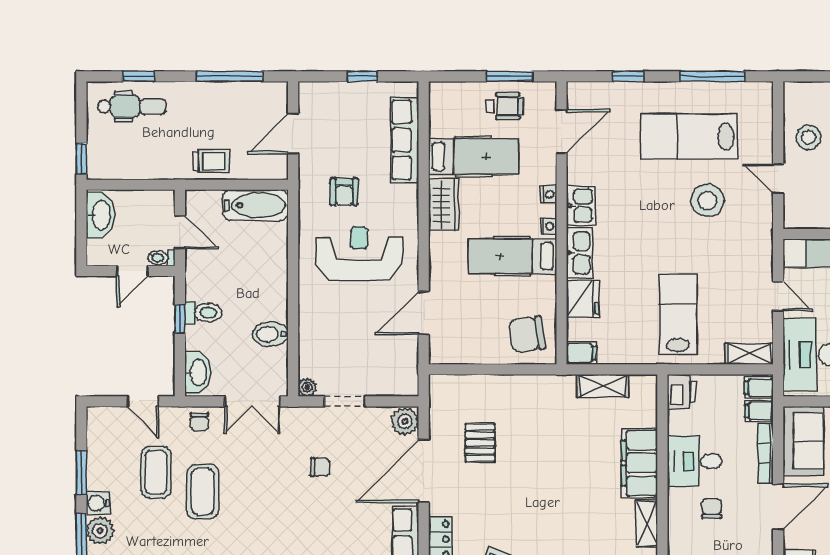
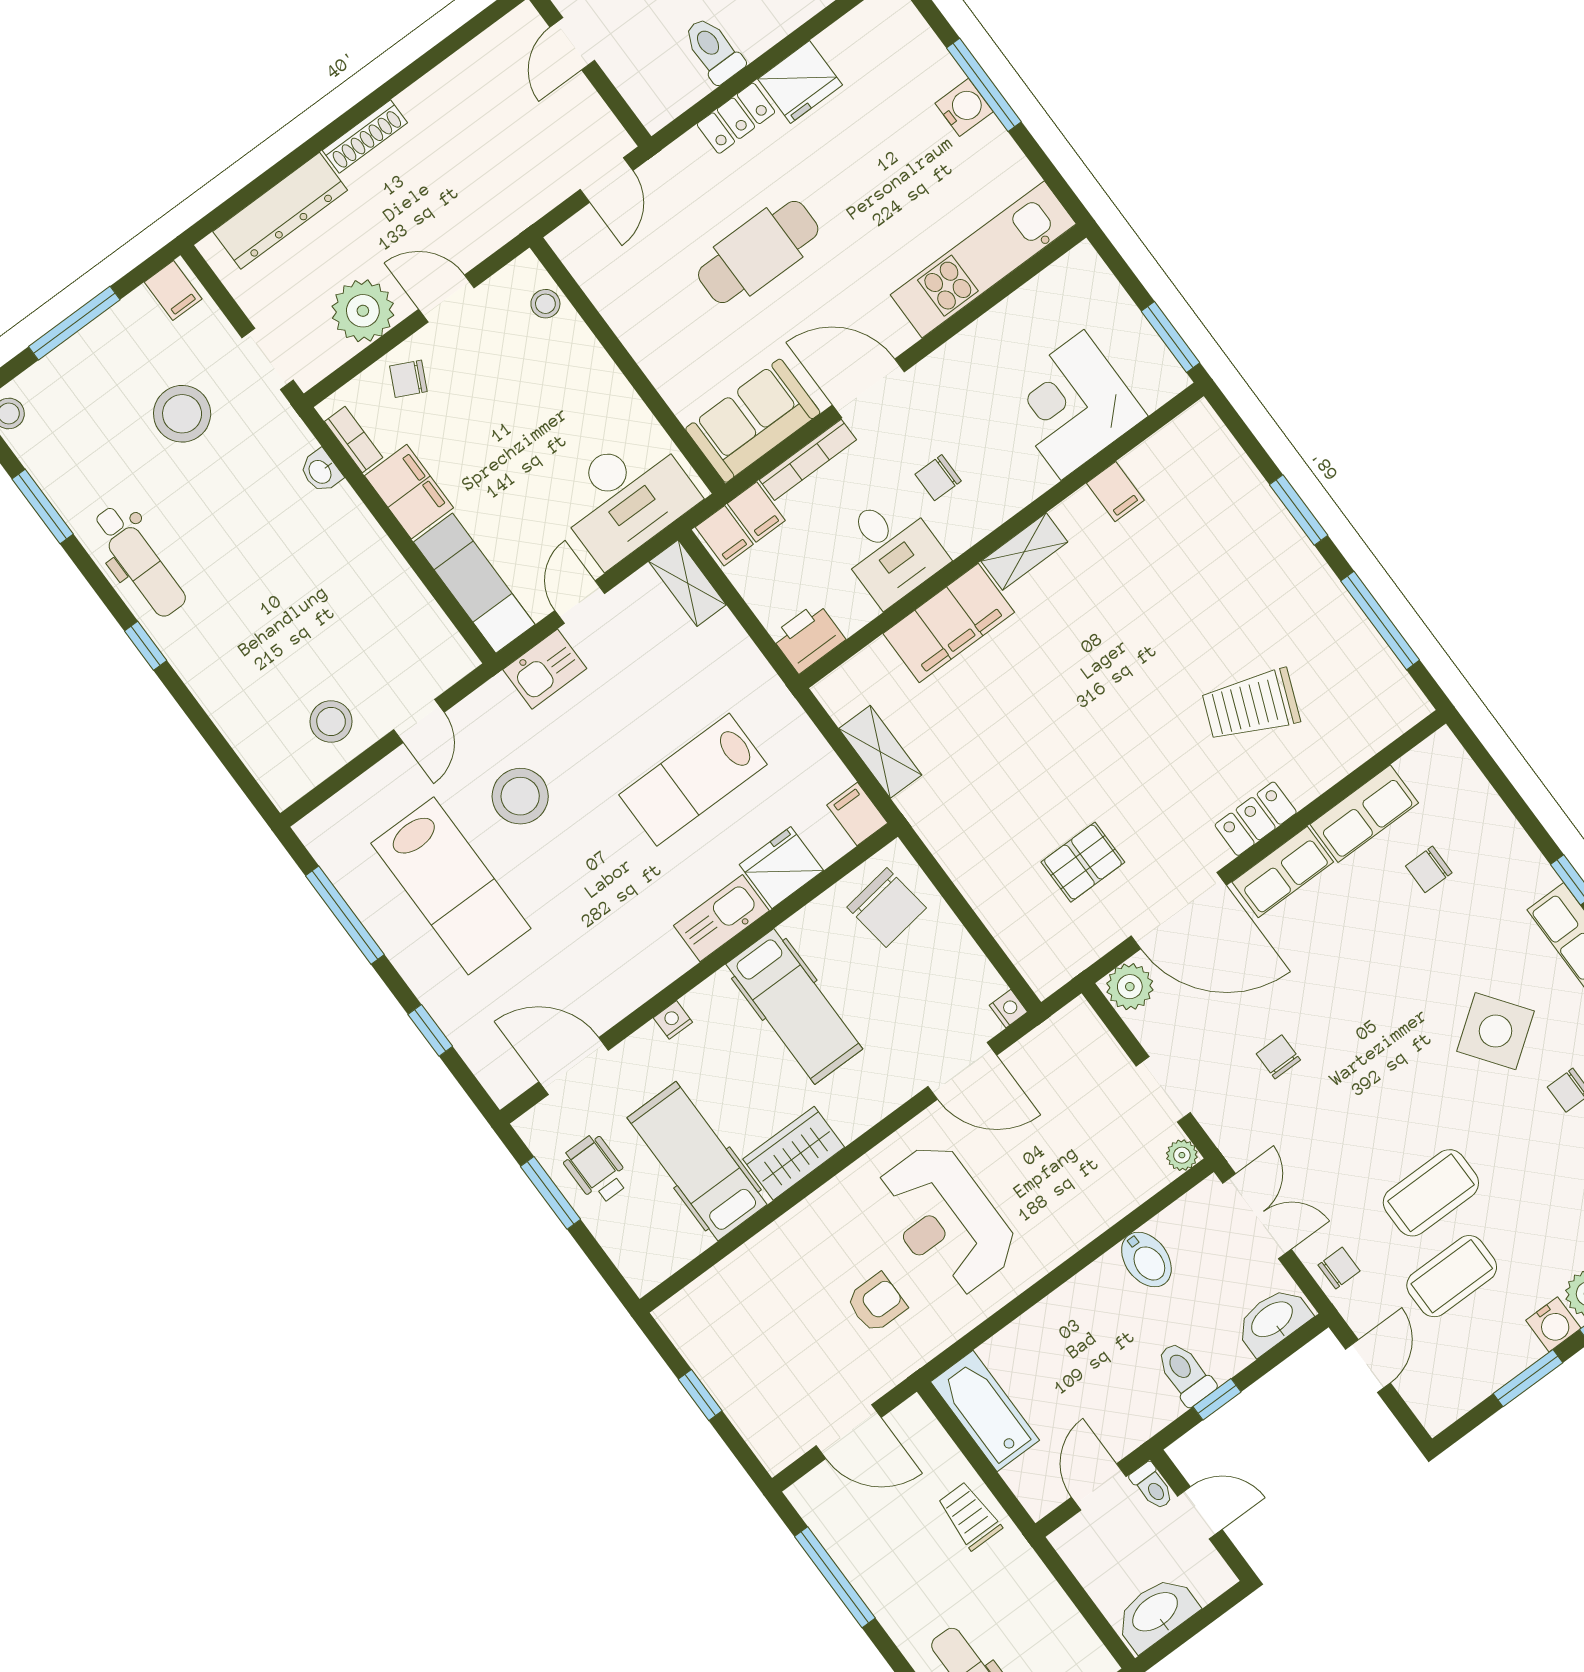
row of seats: (405, 140) -> (744, 1272), removed
kitchen sink: (581, 206) -> (545, 669), moved, turned 180
nightstand: (549, 226) -> (1008, 1009), moved, turned 90
lab bench: (678, 314) -> (693, 780), moved

